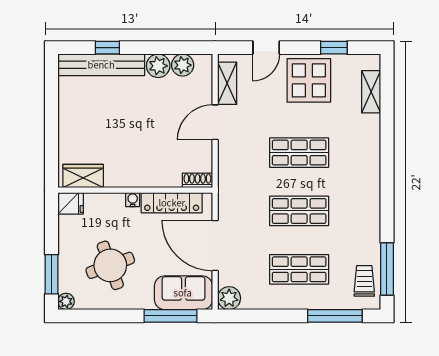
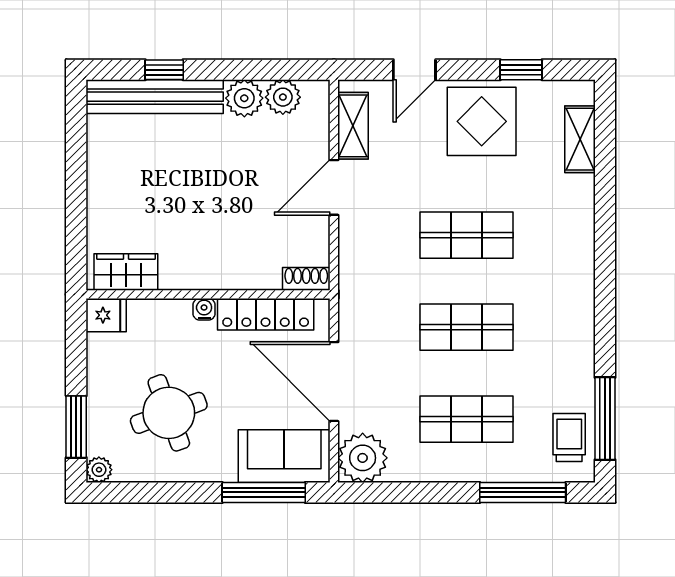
plant: (229, 298) -> (363, 458), width x1.36, depth x1.36

